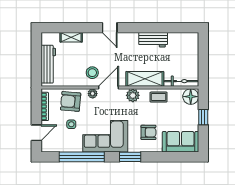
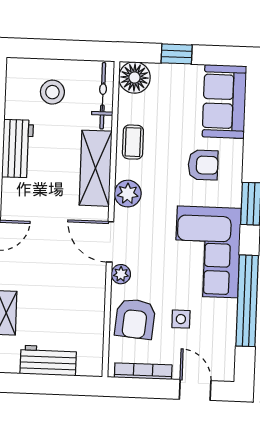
workbench: (48, 64) -> (48, 361), width x0.73
stool: (92, 73) -> (52, 92), moved
armchair: (148, 132) -> (203, 165), turned 90

